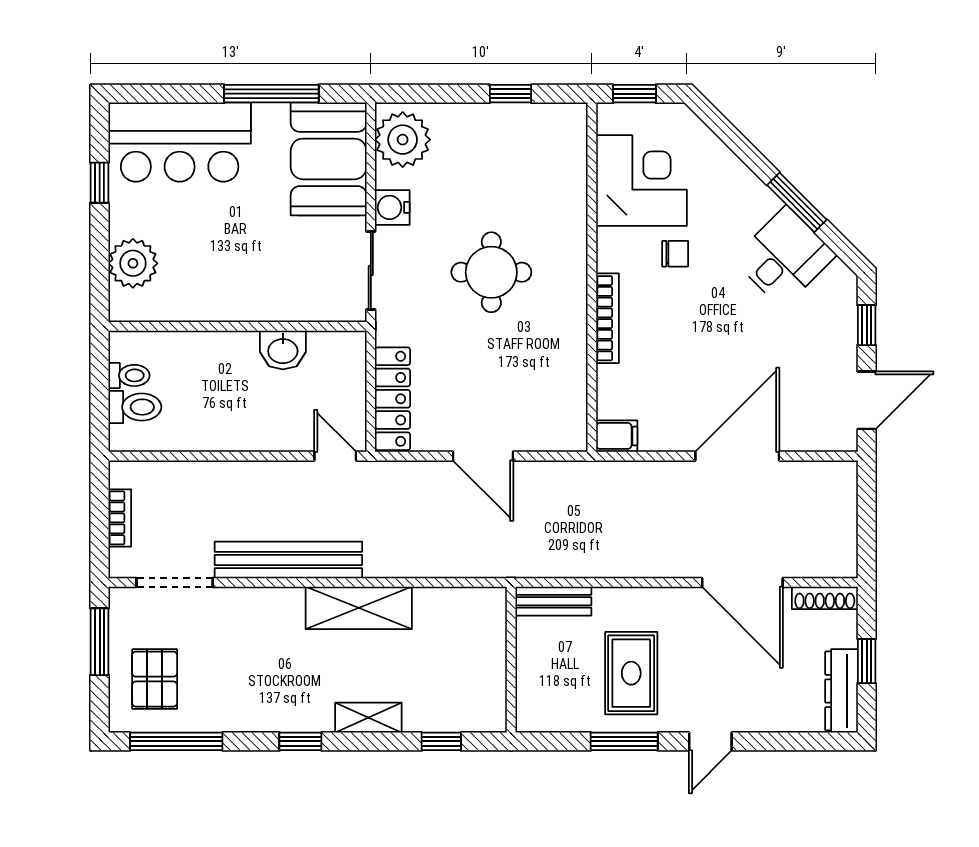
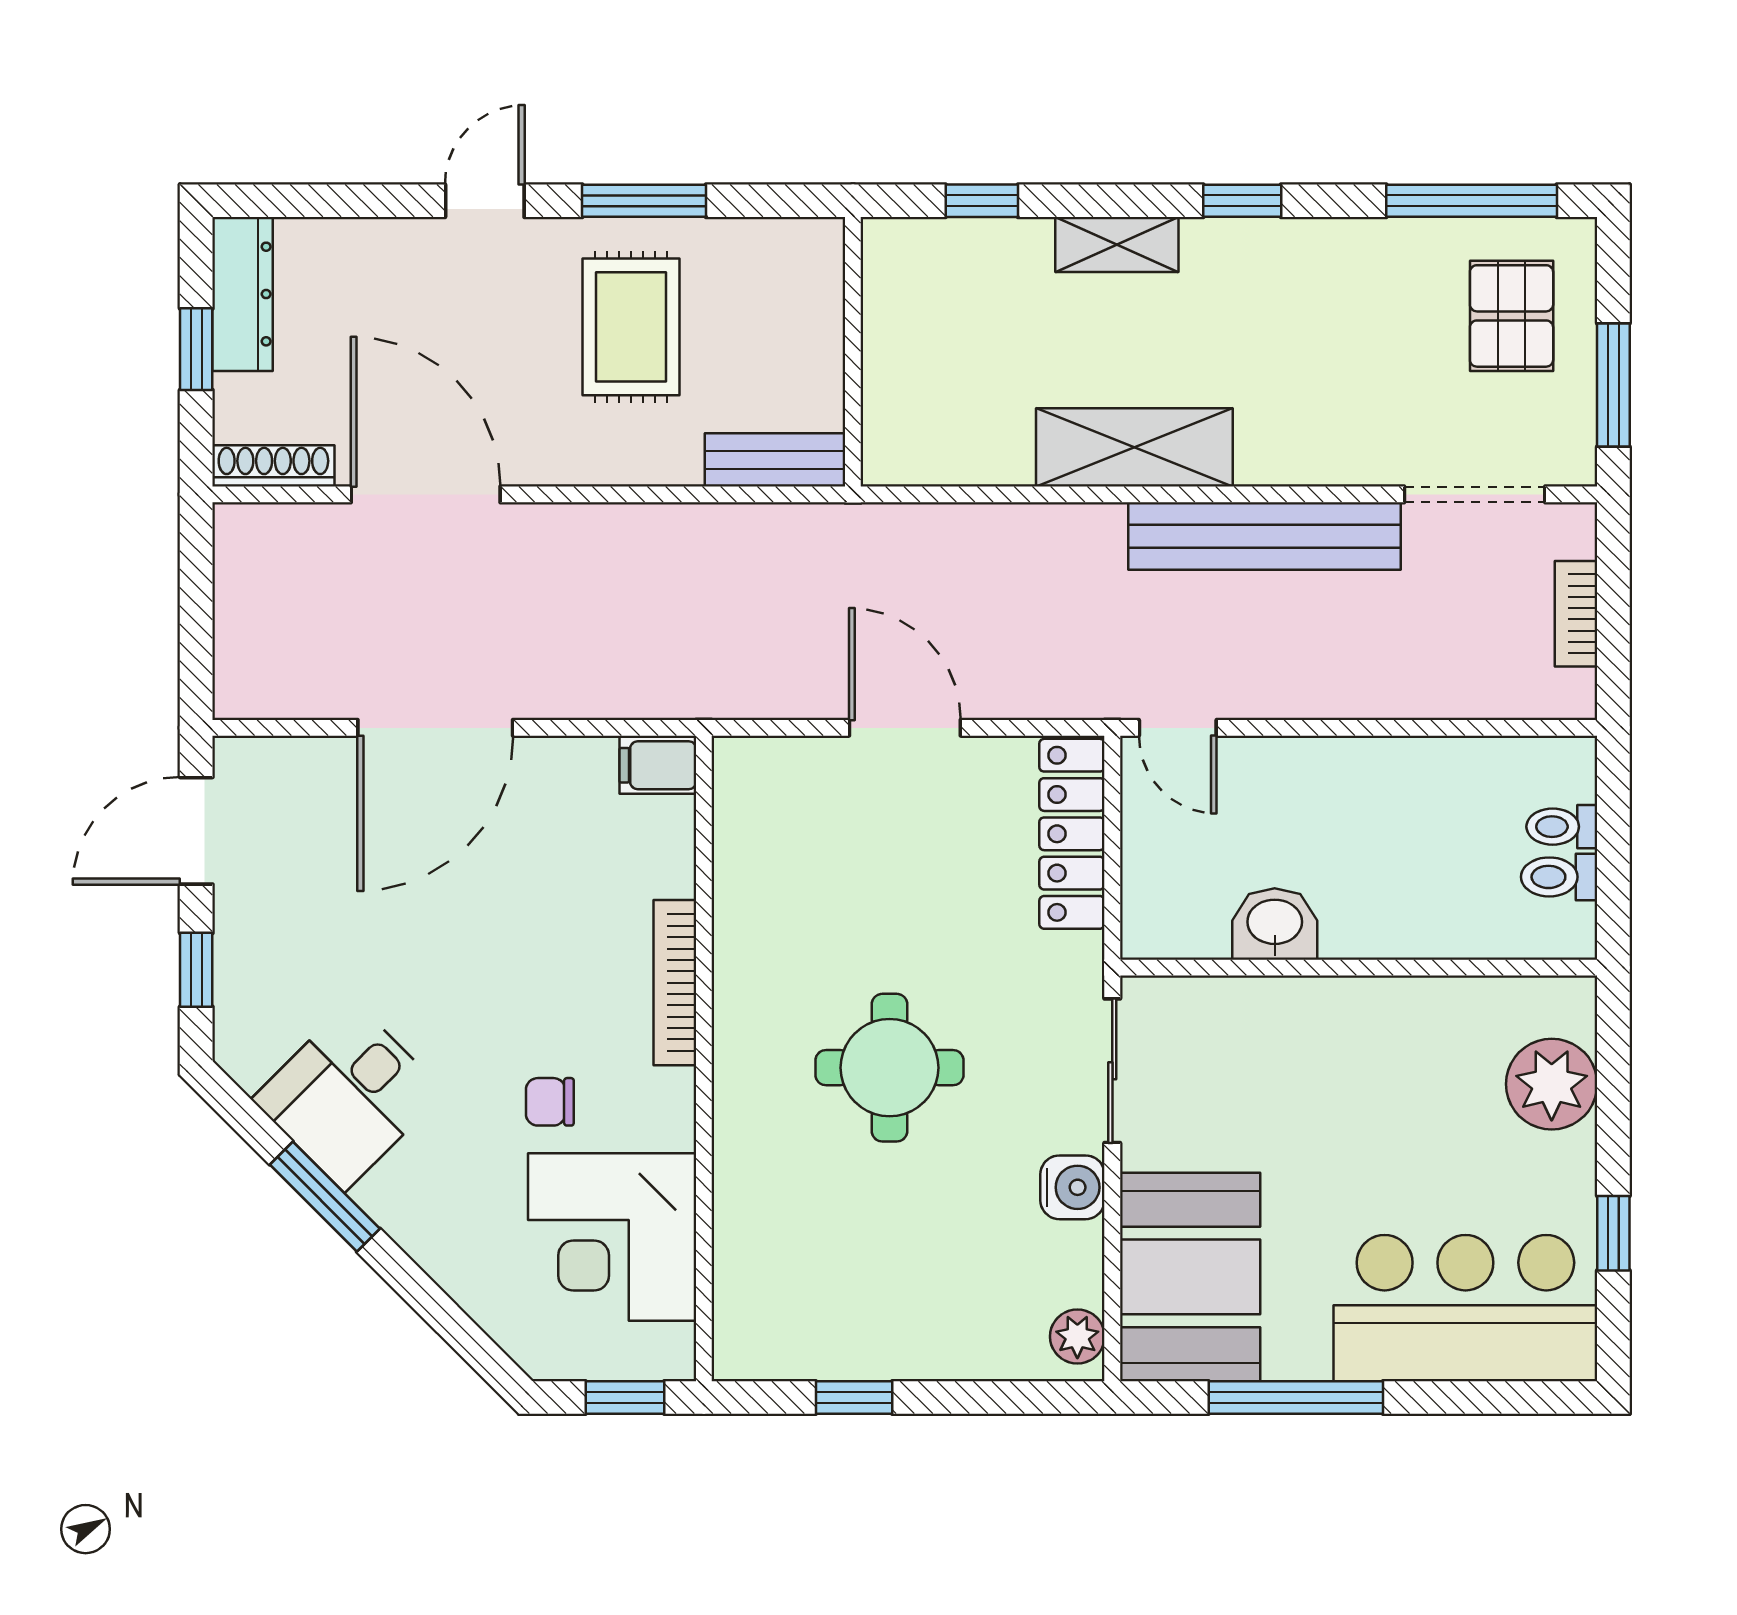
plant: (403, 140) -> (1077, 1337), width x0.53, depth x0.53
toilet: (135, 407) -> (1562, 827), width x0.73, depth x0.72

